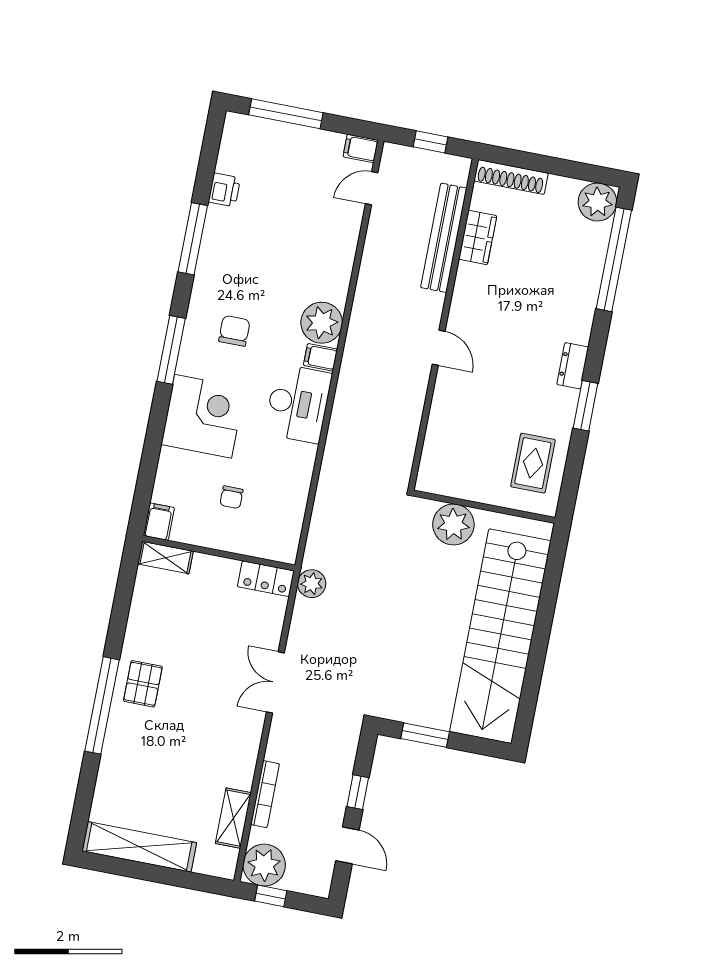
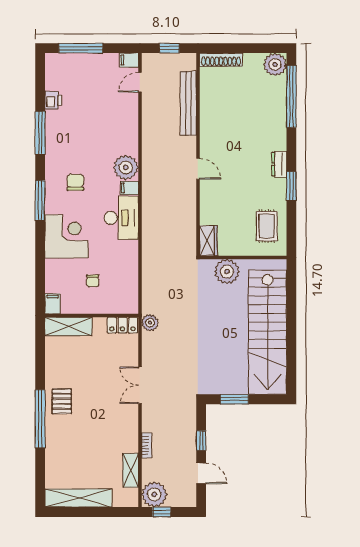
wardrobe: (478, 237) -> (208, 241), moved
shelving: (165, 558) -> (68, 326), width x1.50, depth x1.33
bookcase: (265, 794) -> (147, 445), width x0.64

